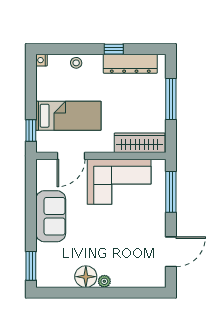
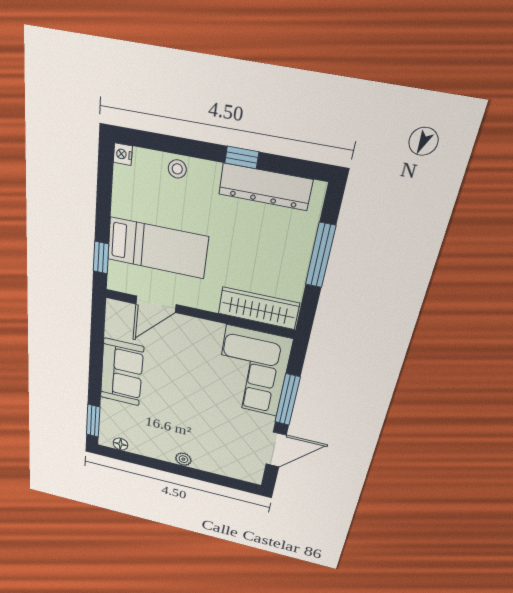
corner sofa: (119, 182) -> (252, 371), moved, turned 90
window: (171, 192) -> (287, 400), moved
floor lamp: (86, 277) -> (120, 444), moved, width x0.53, depth x0.53

